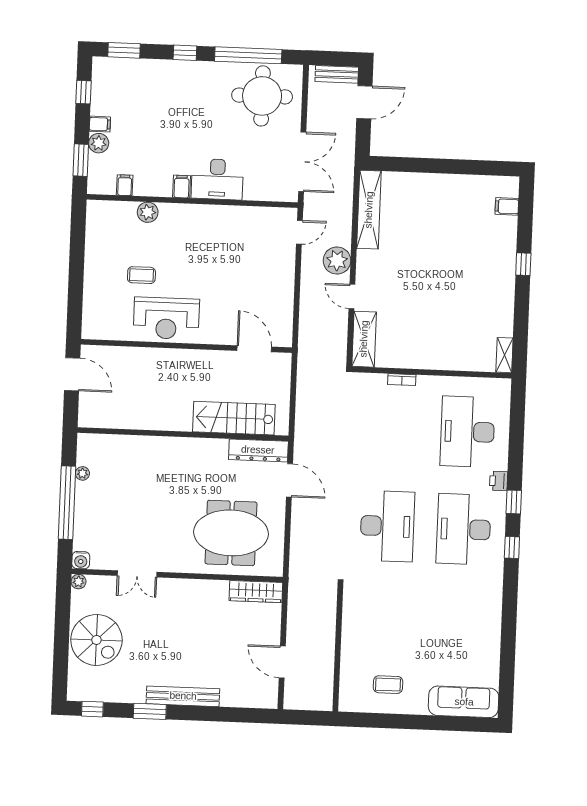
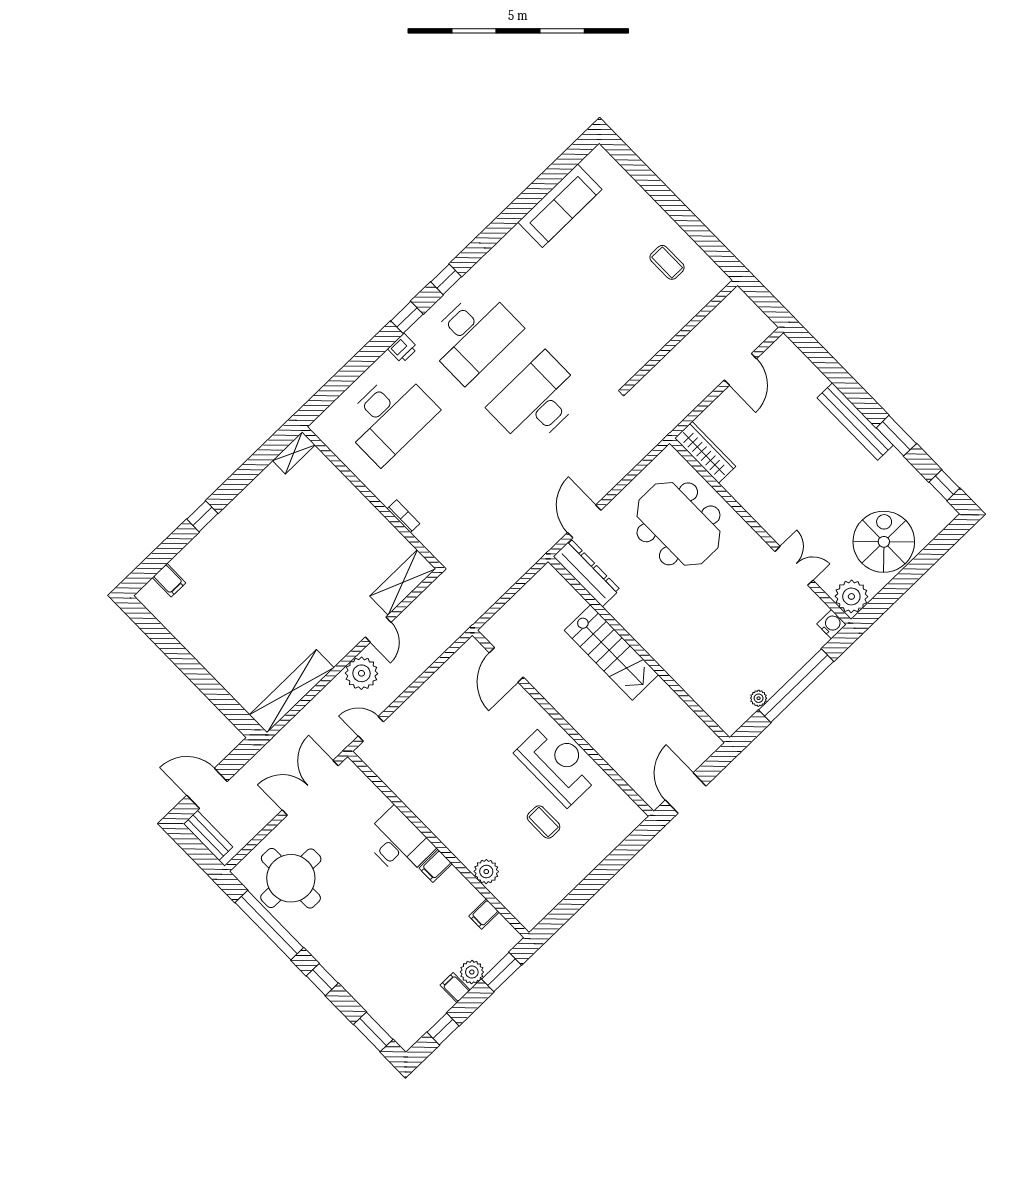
stairs: (234, 418) -> (611, 653), moved
plant: (79, 582) -> (851, 596), width x1.88, depth x1.88
sofa: (464, 702) -> (560, 206), moved, turned -90

